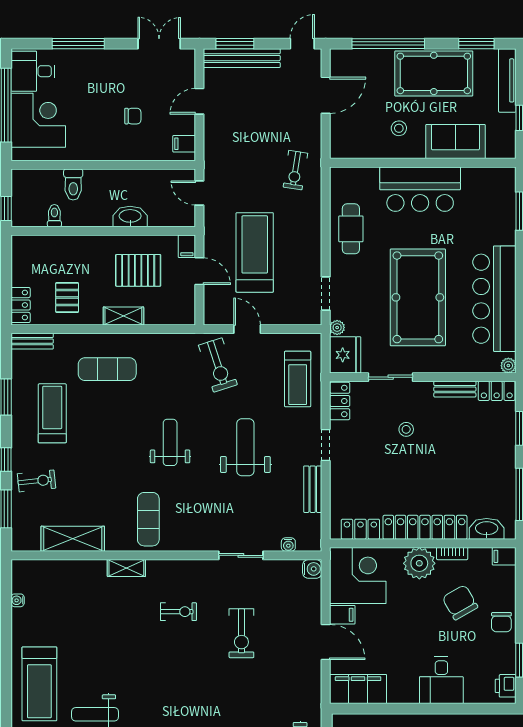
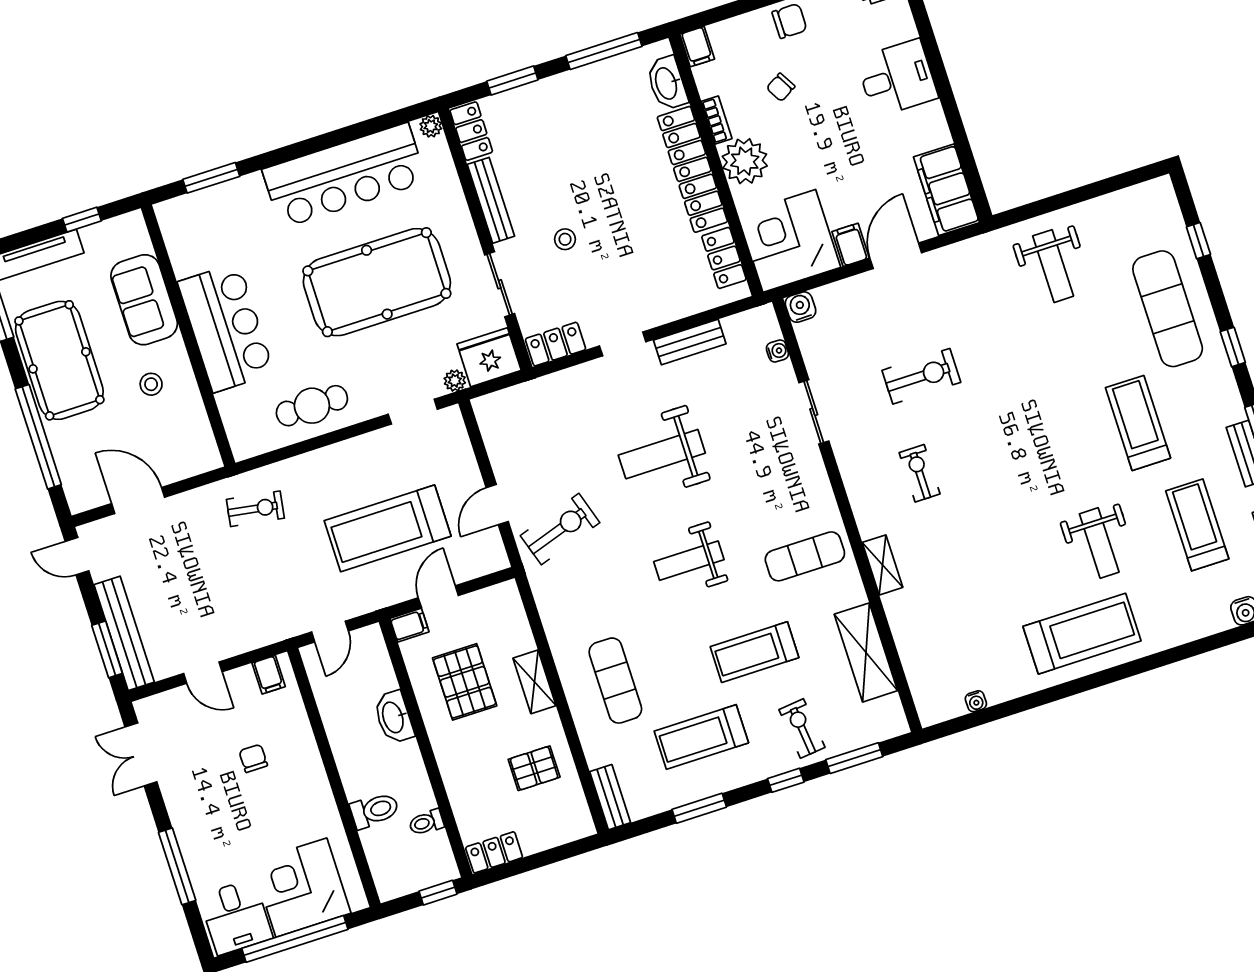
locker: (21, 305) -> (494, 852), moved
treadmill: (298, 379) -> (755, 652), moved, turned 180
bench: (455, 389) -> (491, 200), width x1.36
chair: (460, 602) -> (781, 87), width x0.54, depth x0.54

